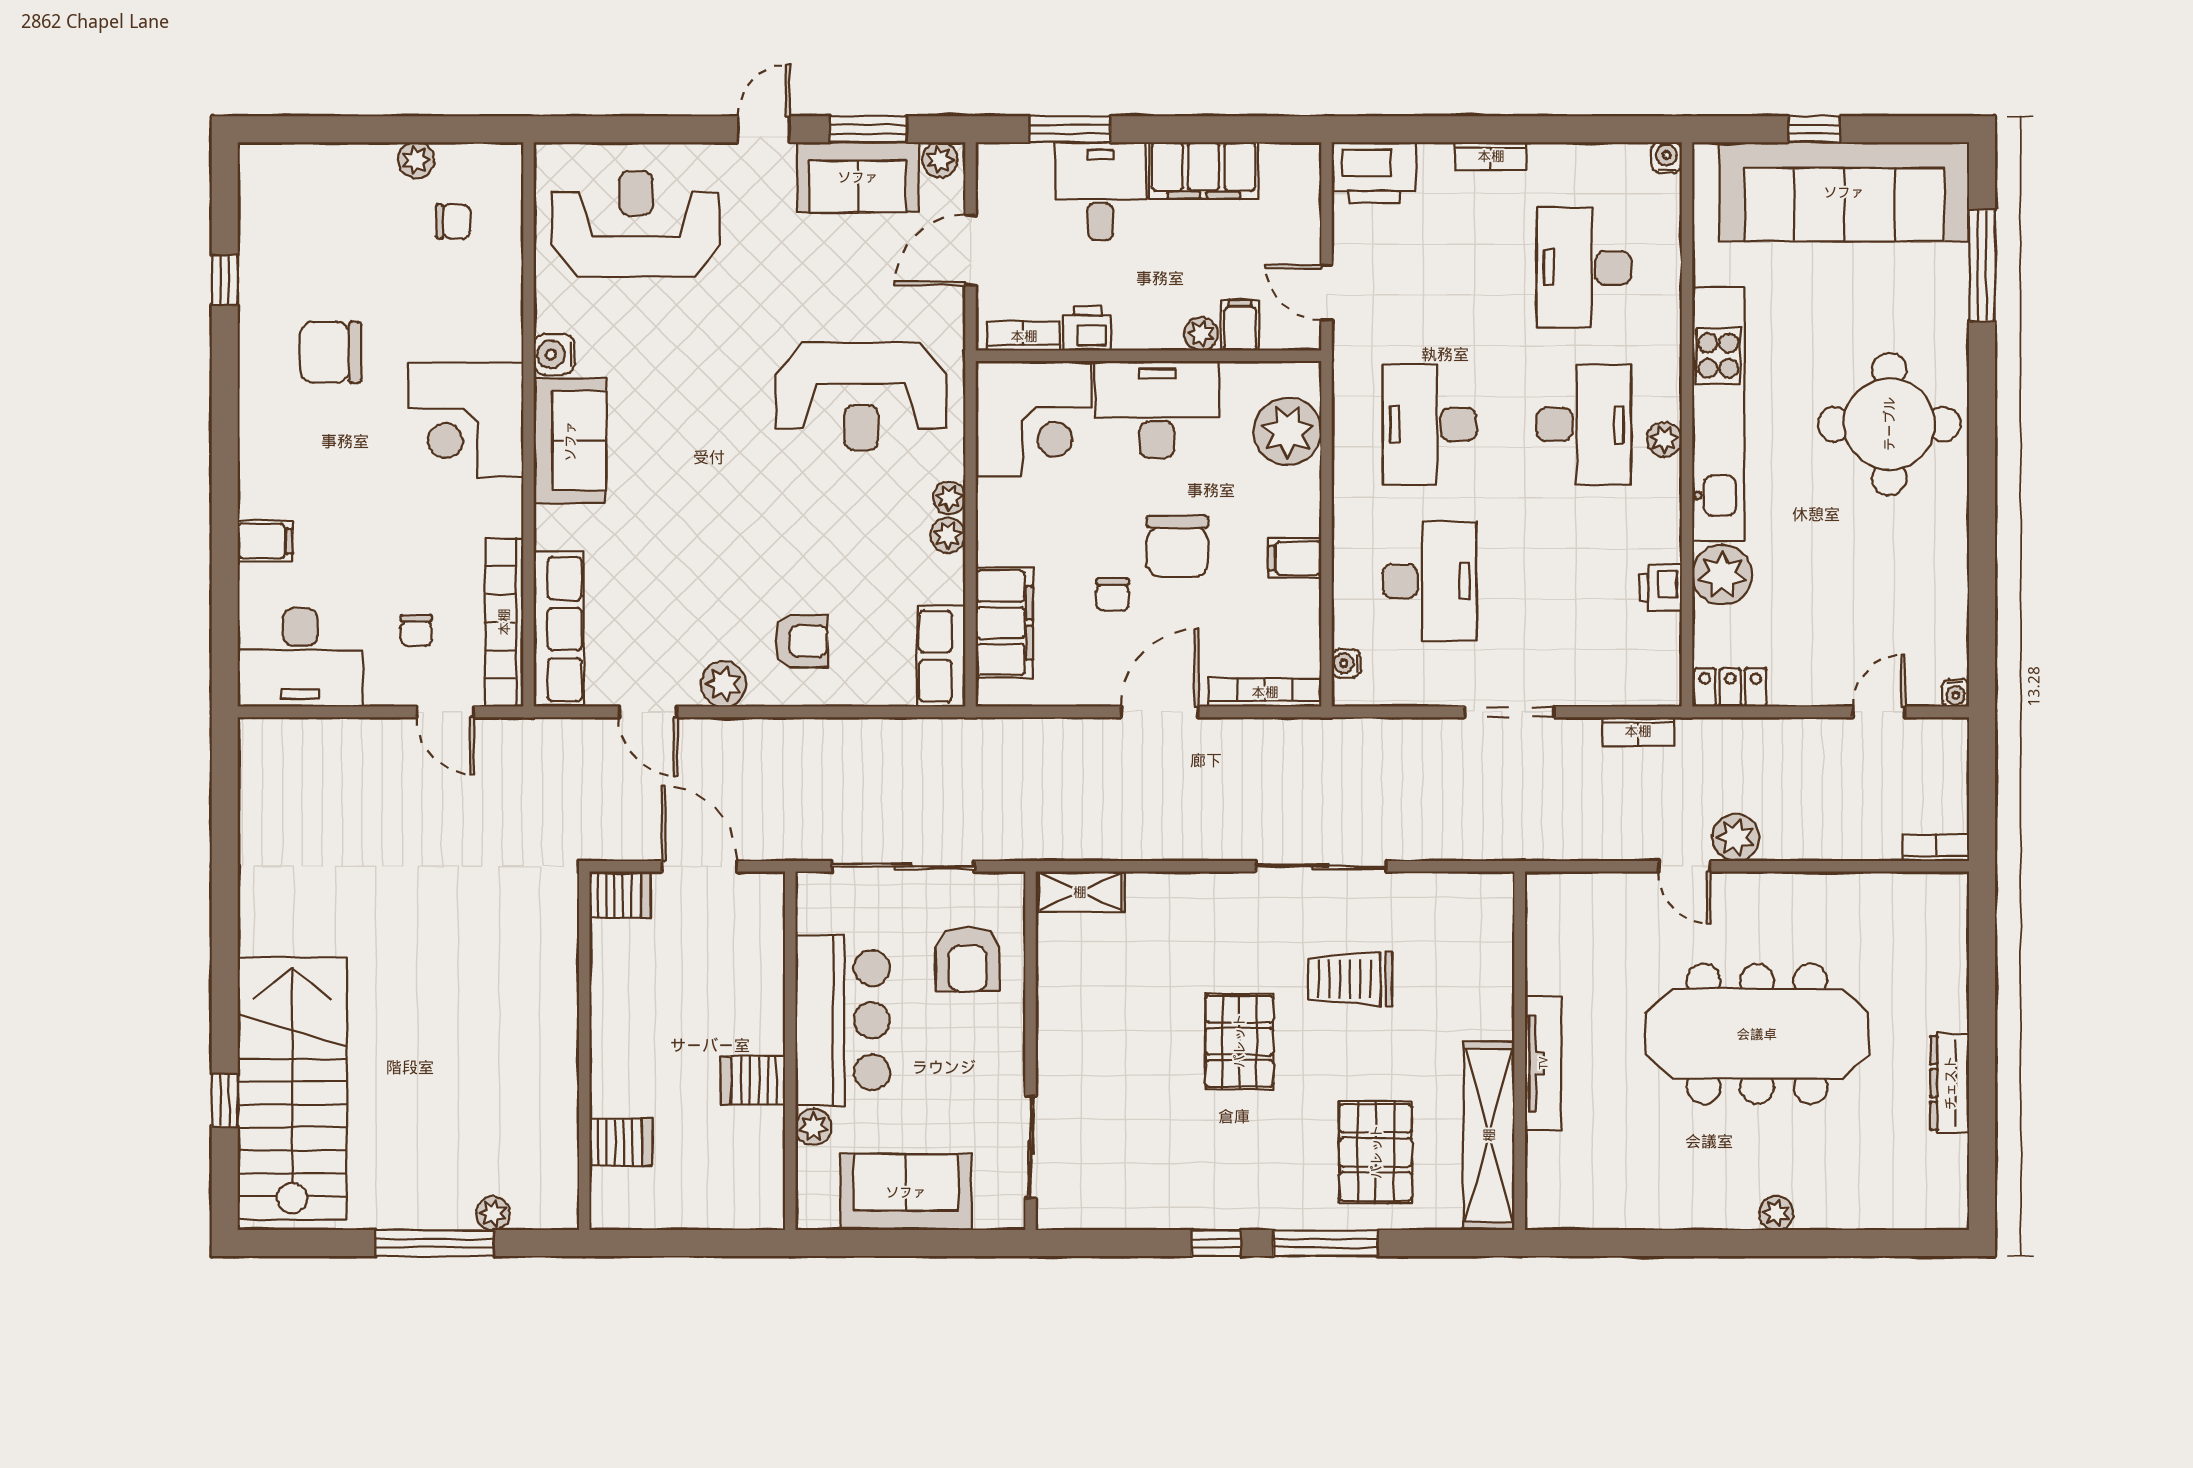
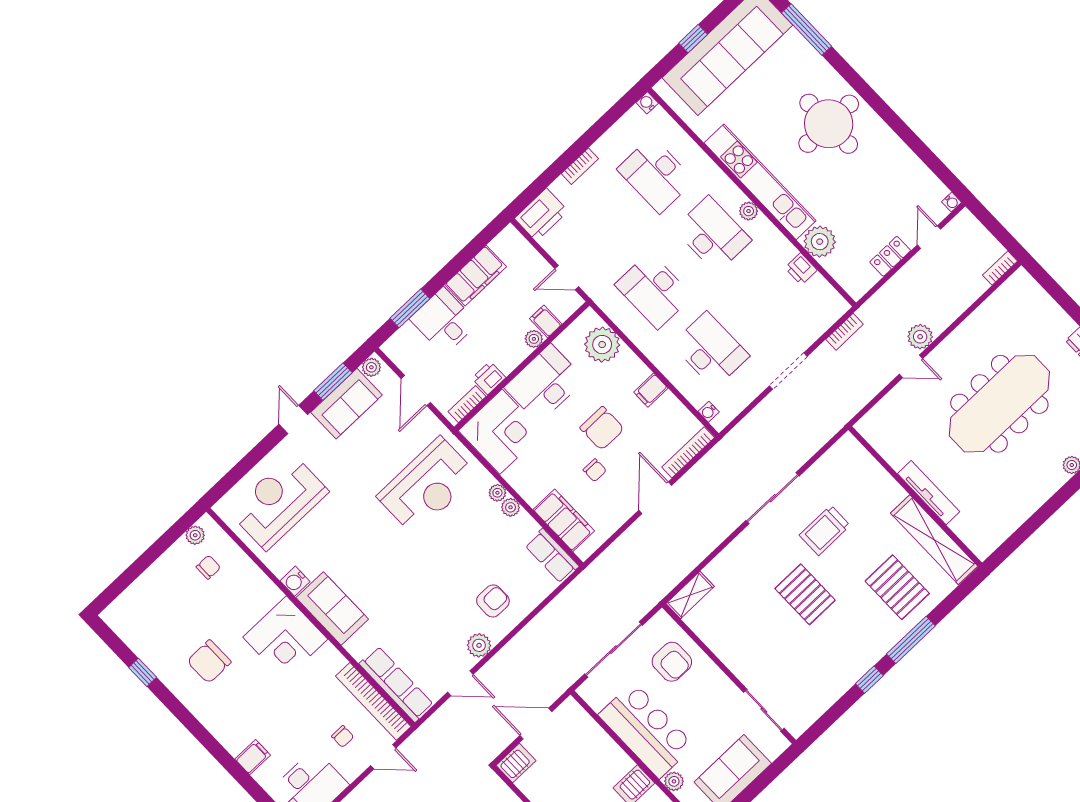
plant: (416, 160) -> (195, 535), moved
locker: (1730, 687) -> (890, 256), moved

